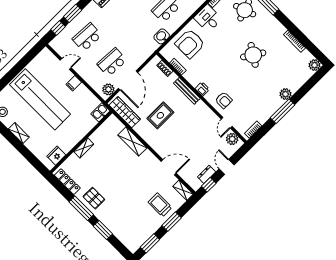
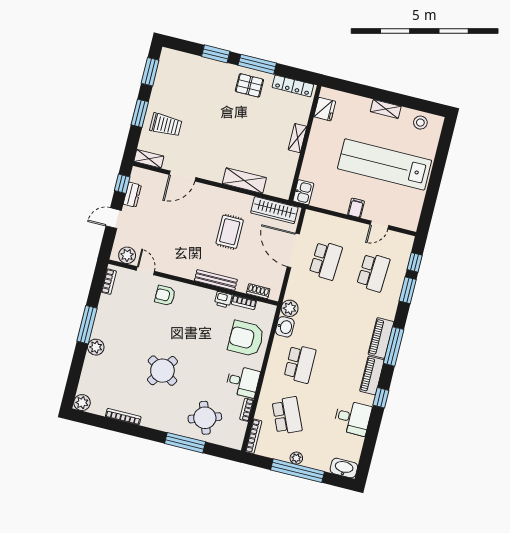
armchair: (190, 44) -> (246, 339), turned -90
plant: (108, 89) -> (290, 308), moved
printer: (202, 89) -> (223, 300), moved
door: (227, 167) -> (114, 218), swing flipped

